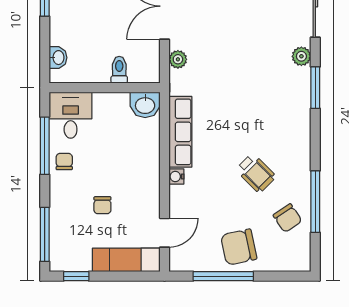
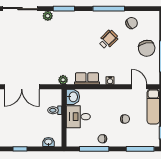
plant: (178, 59) -> (63, 80), moved
desk: (71, 115) -> (78, 117), moved
row of seats: (180, 132) -> (87, 79), width x0.68
window: (315, 202) -> (109, 9), moved

